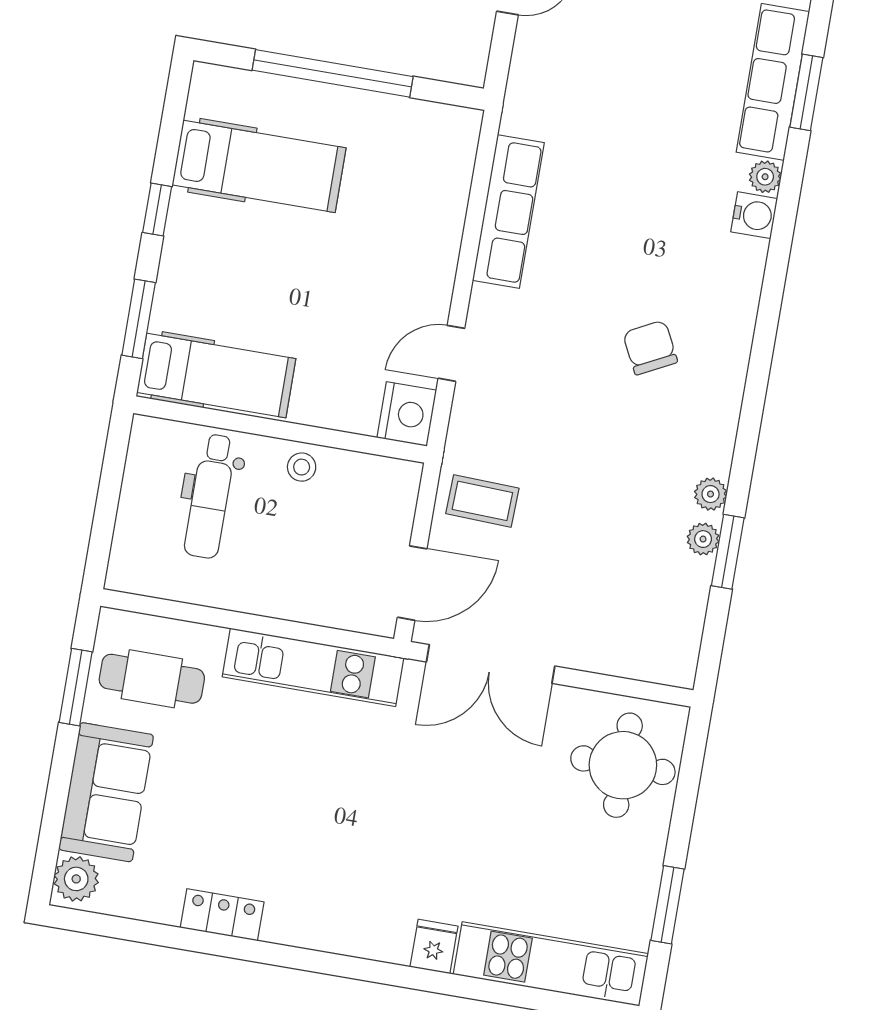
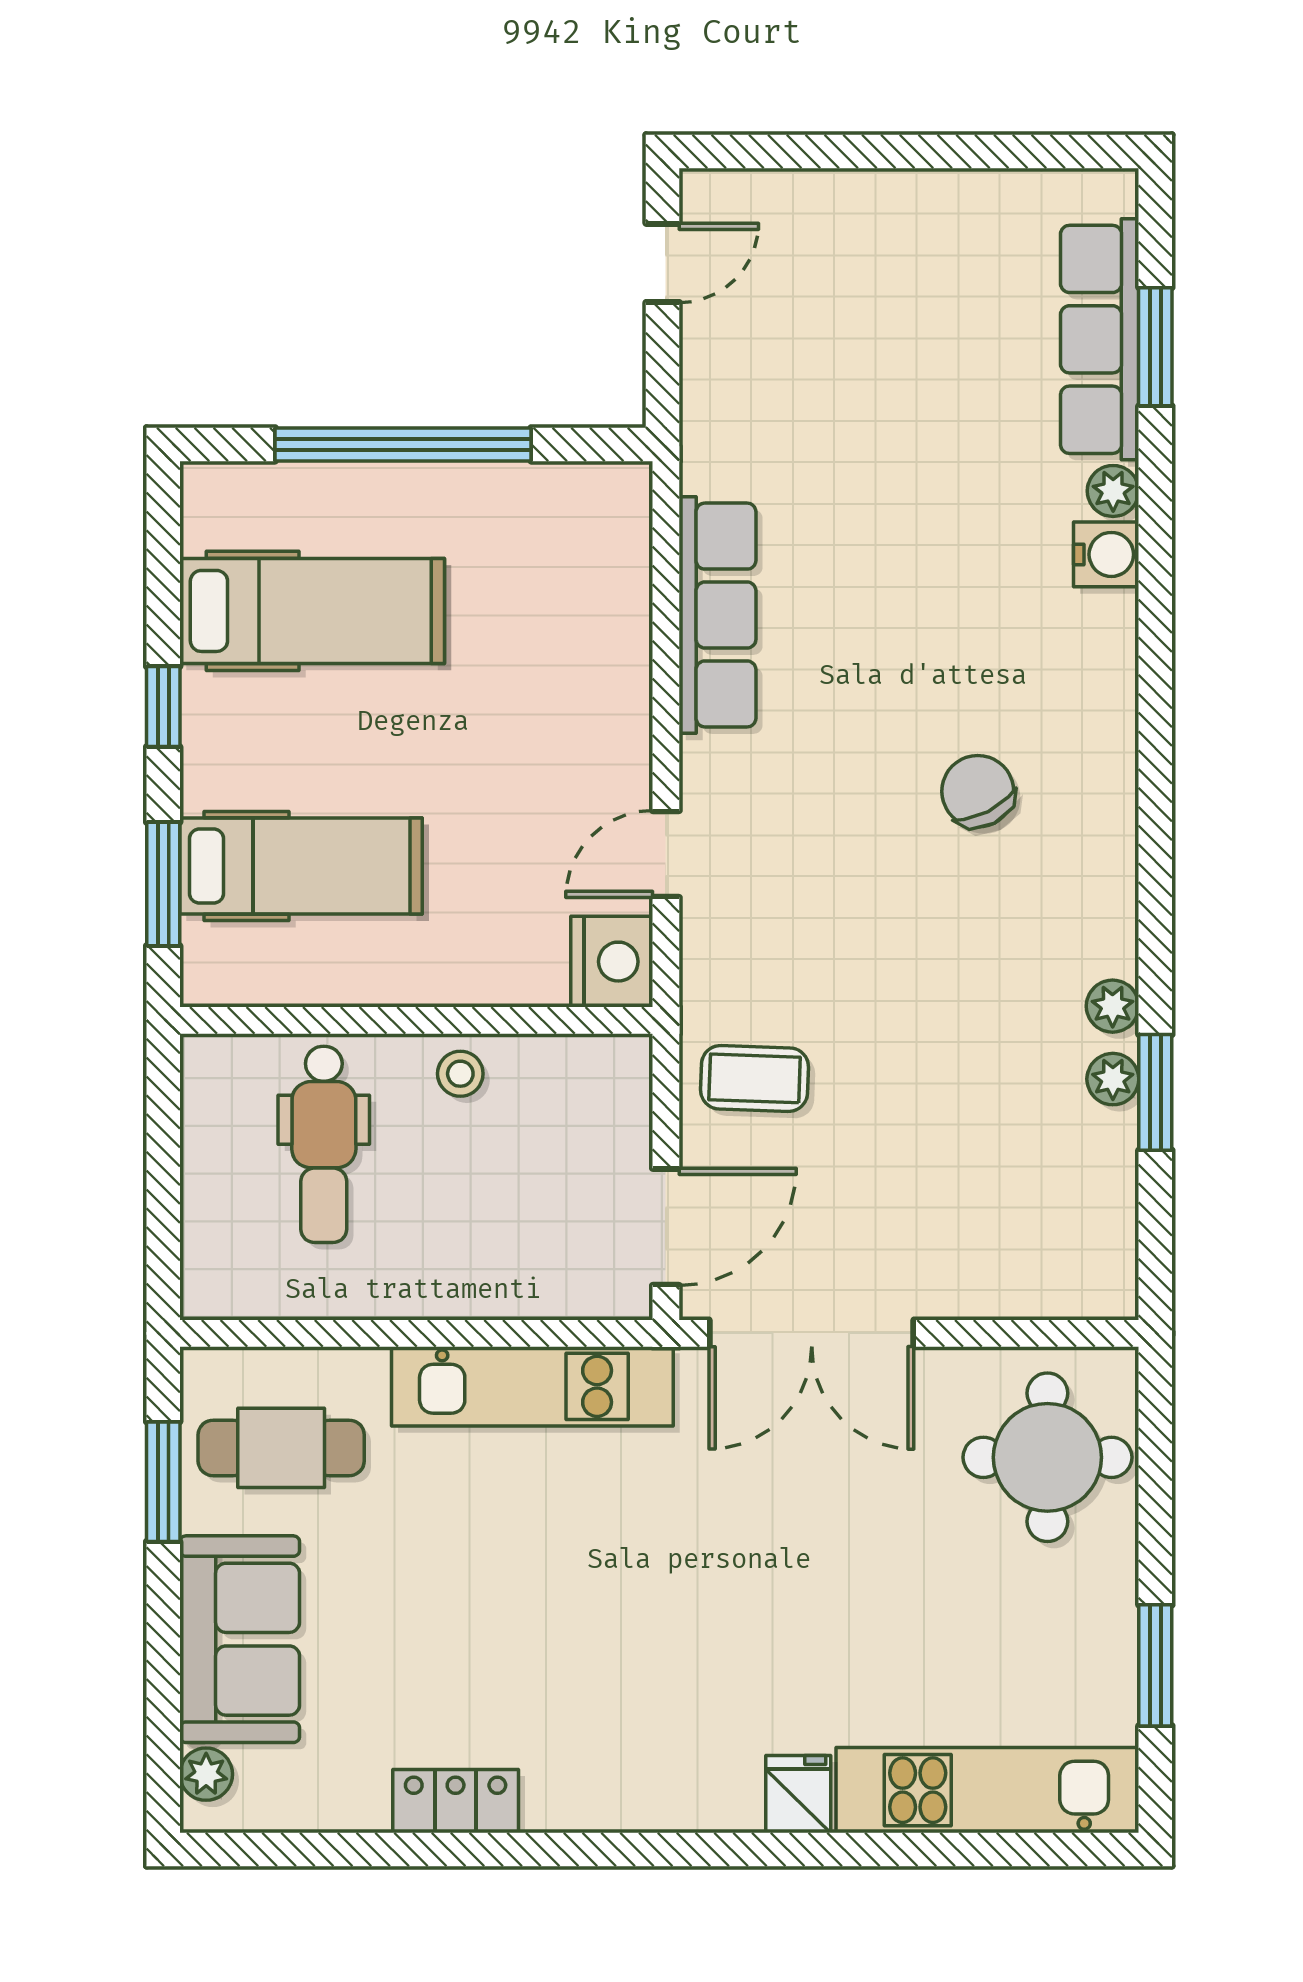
hospital bed: (216, 376) -> (301, 866), moved
plant: (76, 879) -> (206, 1774), width x0.73, depth x0.73

